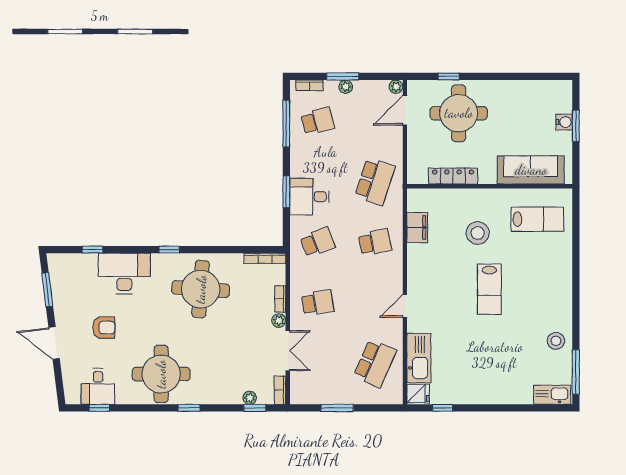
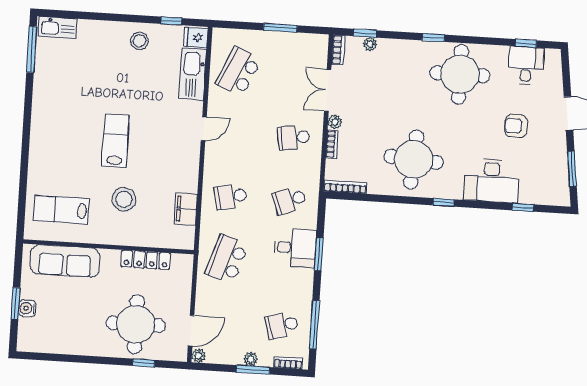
stool: (556, 341) -> (139, 41), moved

